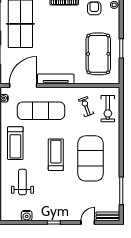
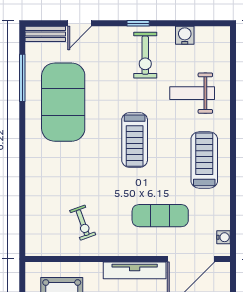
exercise bike: (108, 109) -> (145, 55), moved, turned 180
exercise mat: (41, 111) -> (160, 216), width x0.73, depth x0.69
exercise mat: (91, 158) -> (63, 102), moved
weight bench: (22, 182) -> (192, 93), turned 90

